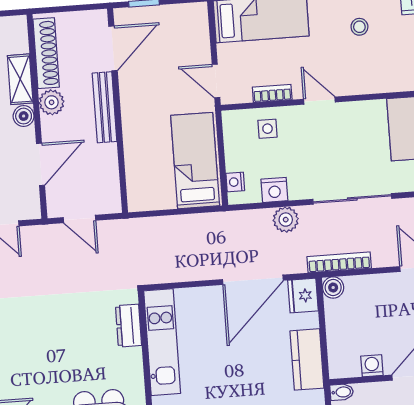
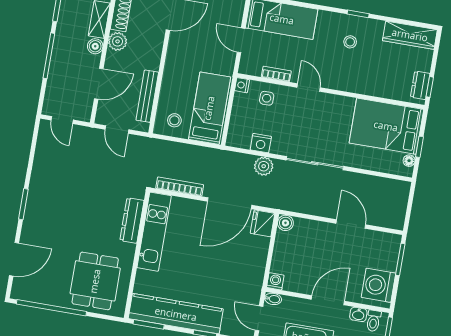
door: (216, 81) -> (241, 40), moved
bench: (105, 107) -> (147, 96), moved
nightstand: (235, 182) -> (242, 85), moved
stool: (153, 188) -> (174, 120), added
bookcase: (339, 262) -> (180, 187), moved
dresser: (129, 326) -> (132, 221), width x1.44
kitchen counter: (307, 359) -> (254, 270), removed
washing machine: (372, 366) -> (275, 281), moved

